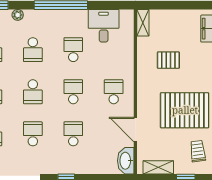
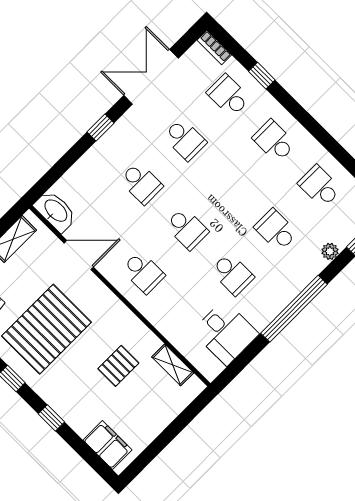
shelving: (143, 23) -> (173, 365), moved
school desk: (33, 92) -> (230, 185), removed

